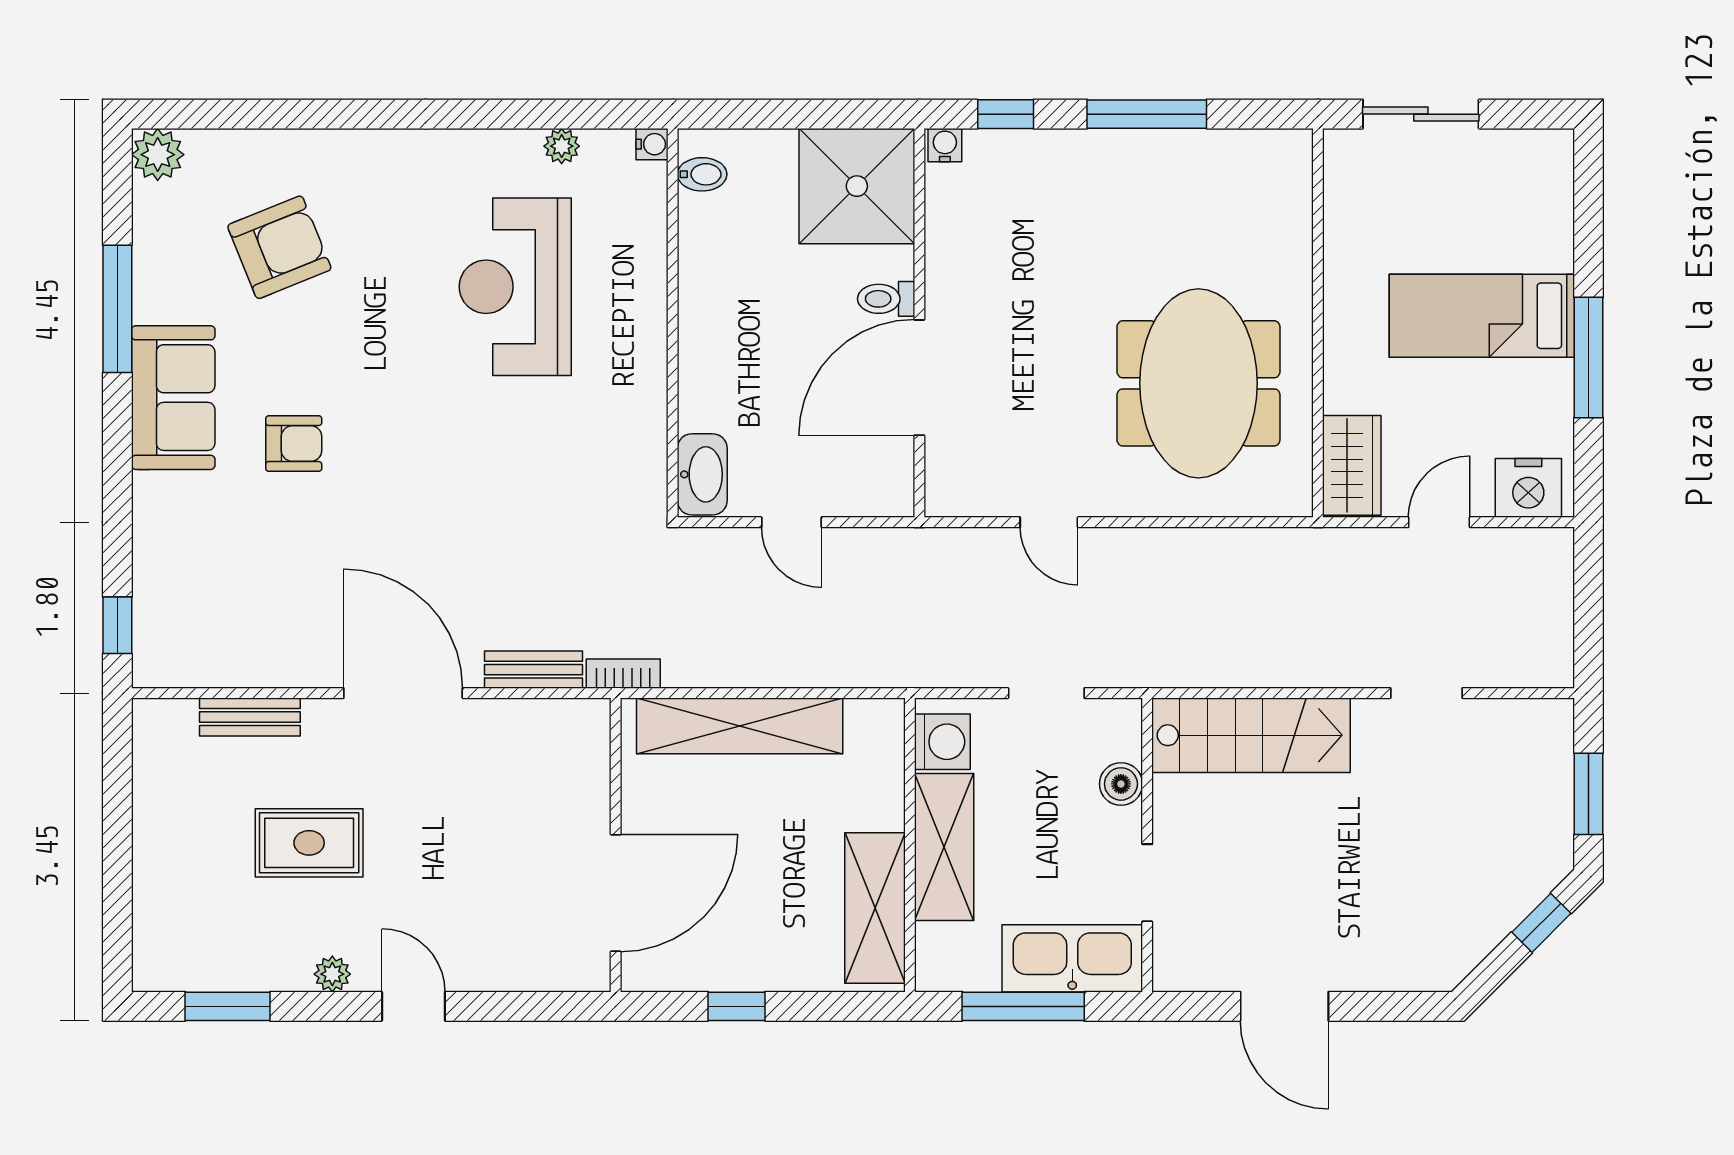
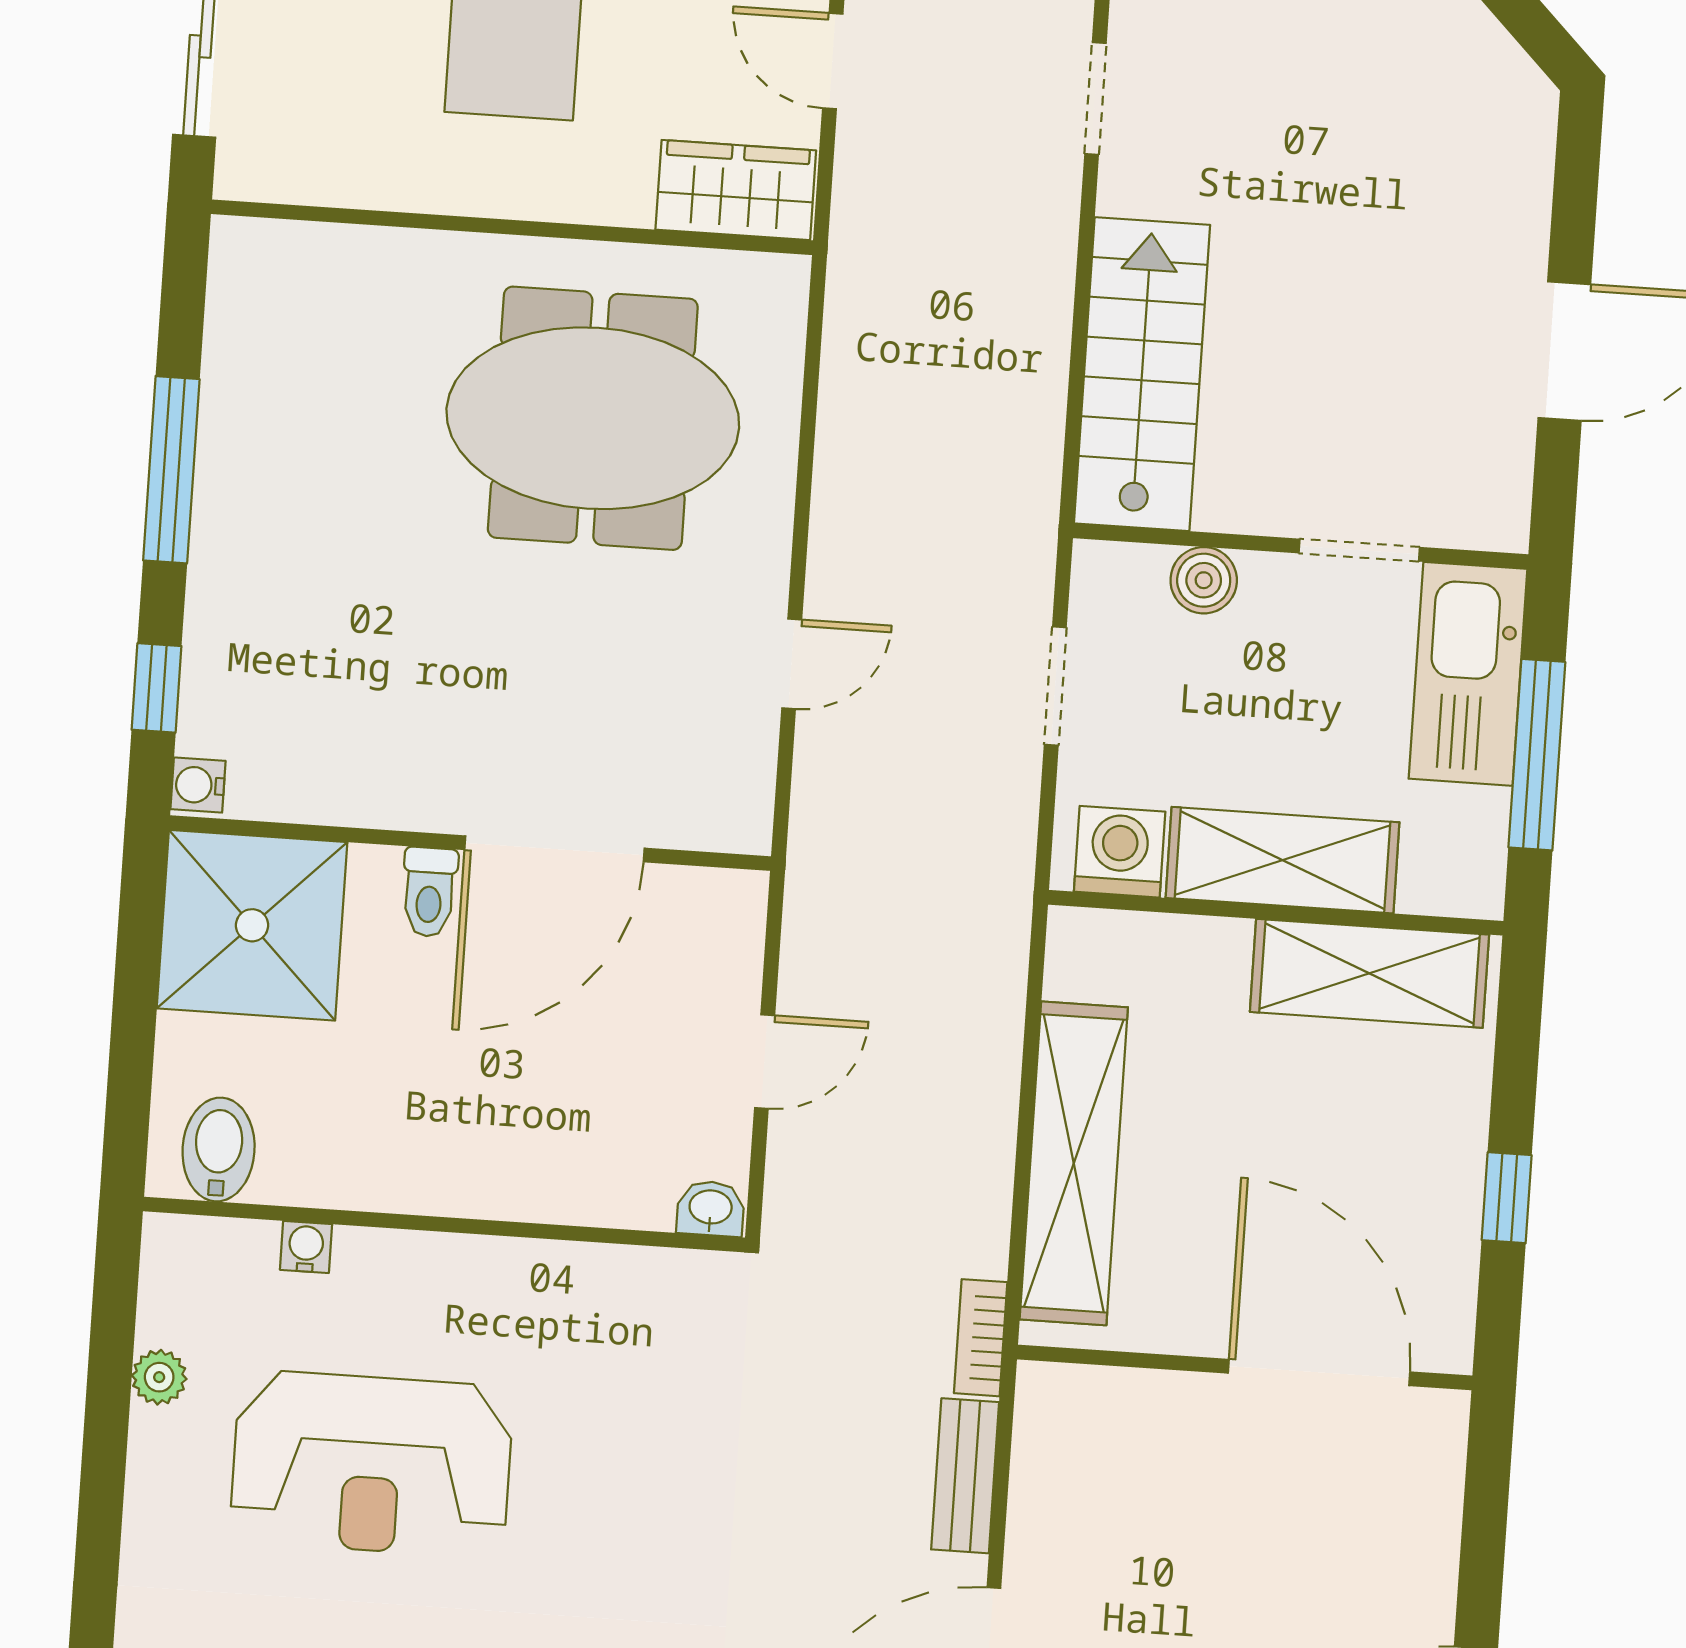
water cooler: (652, 144) -> (306, 1247), moved
bidet: (702, 174) -> (219, 1150), width x1.38, depth x1.36
door: (919, 378) -> (554, 849), hinge flipped
washbasin: (702, 474) -> (710, 1209), width x0.52, depth x0.69

